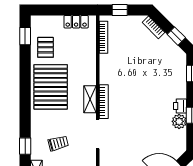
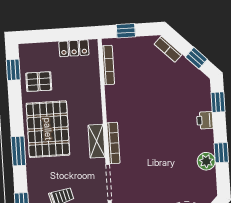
pallet: (45, 47) -> (39, 82), turned 90
window: (25, 103) -> (18, 151), added
printer: (180, 106) -> (205, 120), moved

